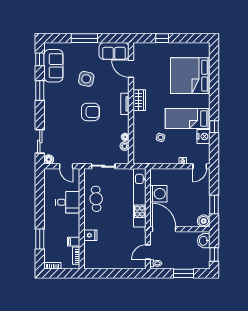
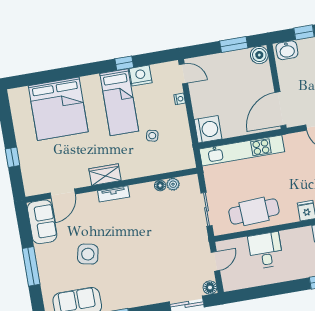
armchair: (90, 112) -> (133, 240), removed
washing machine: (158, 194) -> (208, 129), moved, turned 90
cafe table: (96, 199) -> (254, 211), width x1.37, depth x1.35

